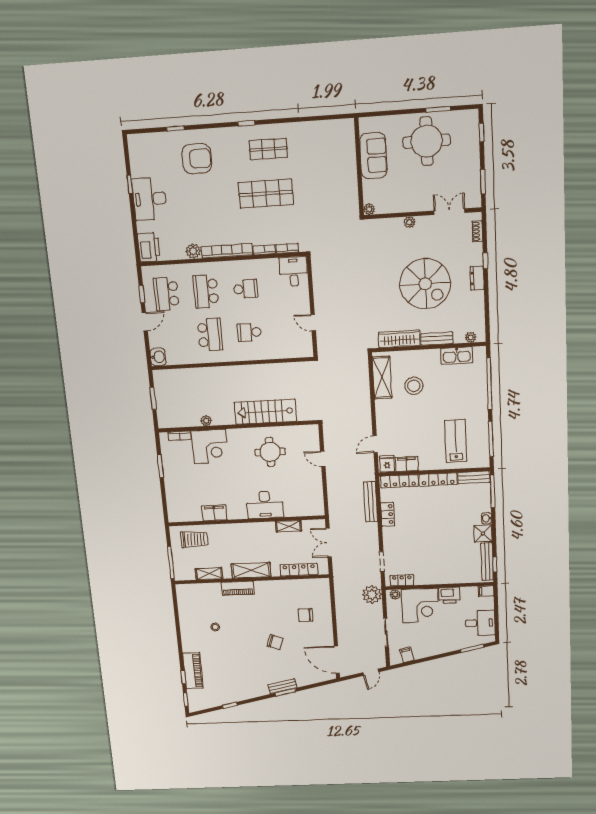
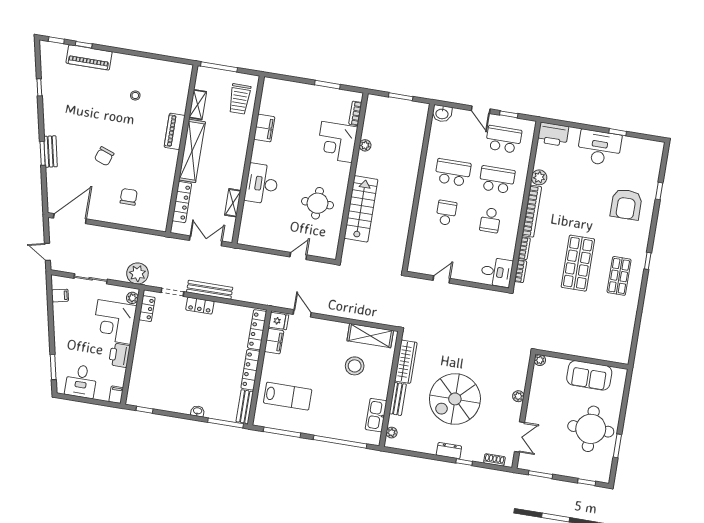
school desk: (210, 335) -> (453, 172), turned 180
bench: (371, 502) -> (210, 290), moved
locker: (387, 514) -> (200, 306), moved
shower: (483, 533) -> (182, 404), removed
bench: (487, 561) -> (149, 402), removed
shelving: (251, 570) -> (192, 151), width x1.47

